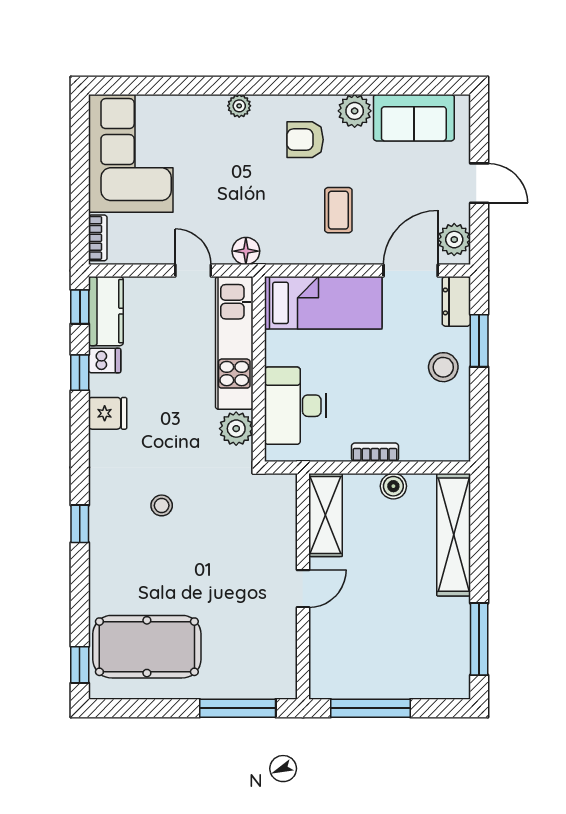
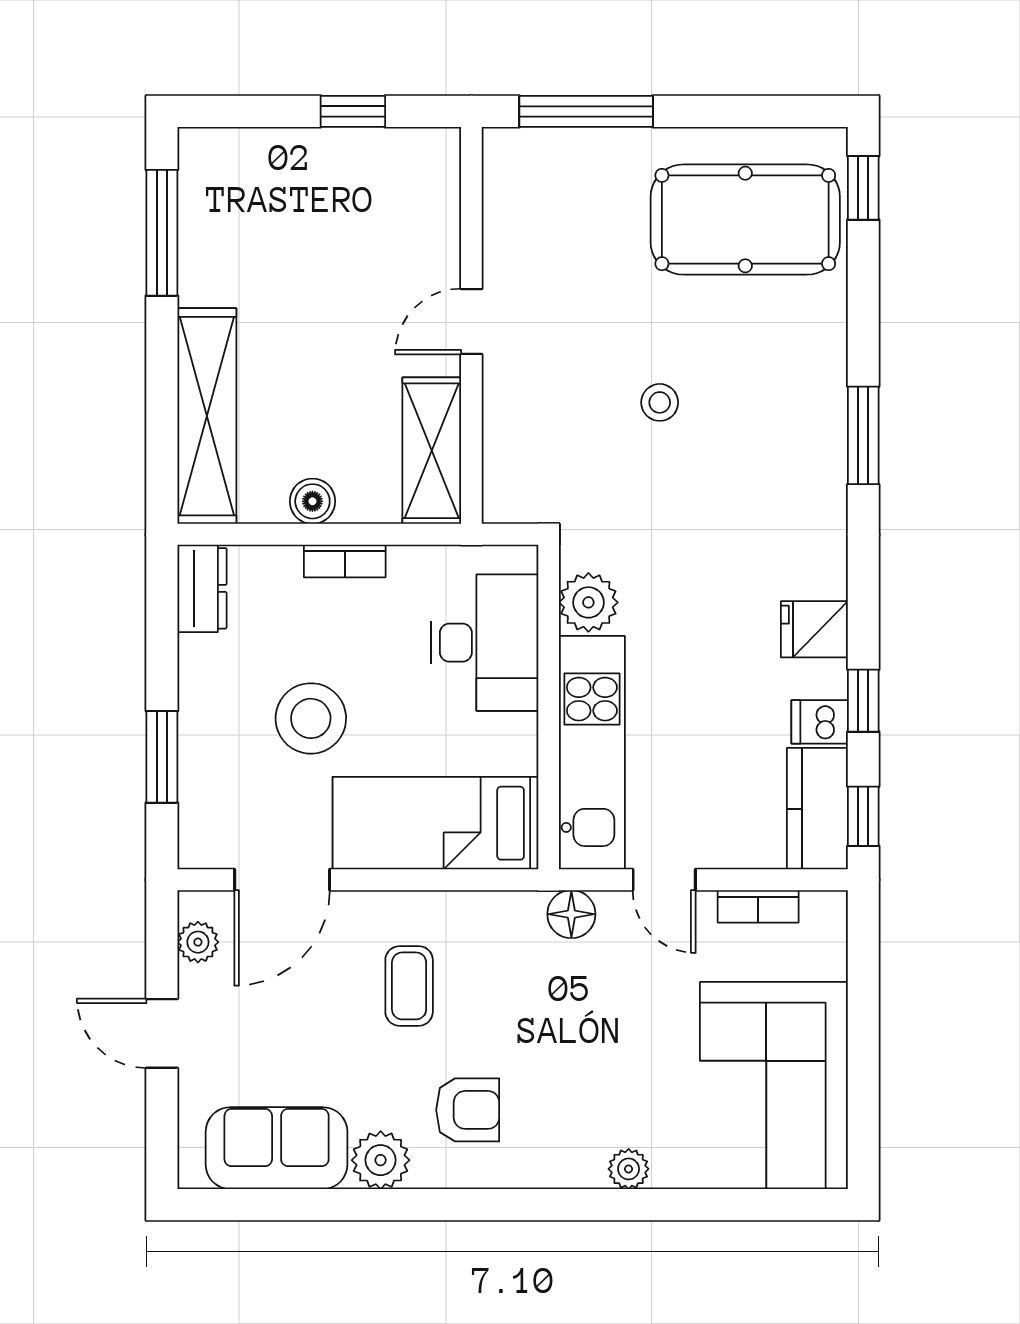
plant: (239, 106) -> (629, 1169), moved
bookcase: (98, 238) -> (758, 906), moved, turned -90
plant: (454, 240) -> (198, 942), width x0.73, depth x0.73
dresser: (456, 301) -> (202, 588), moved
stool: (443, 367) -> (311, 718), moved, width x1.38, depth x1.38
stool: (162, 505) -> (660, 402), moved
window: (80, 524) -> (863, 435), width x1.50
window: (370, 708) -> (353, 111), width x0.46

